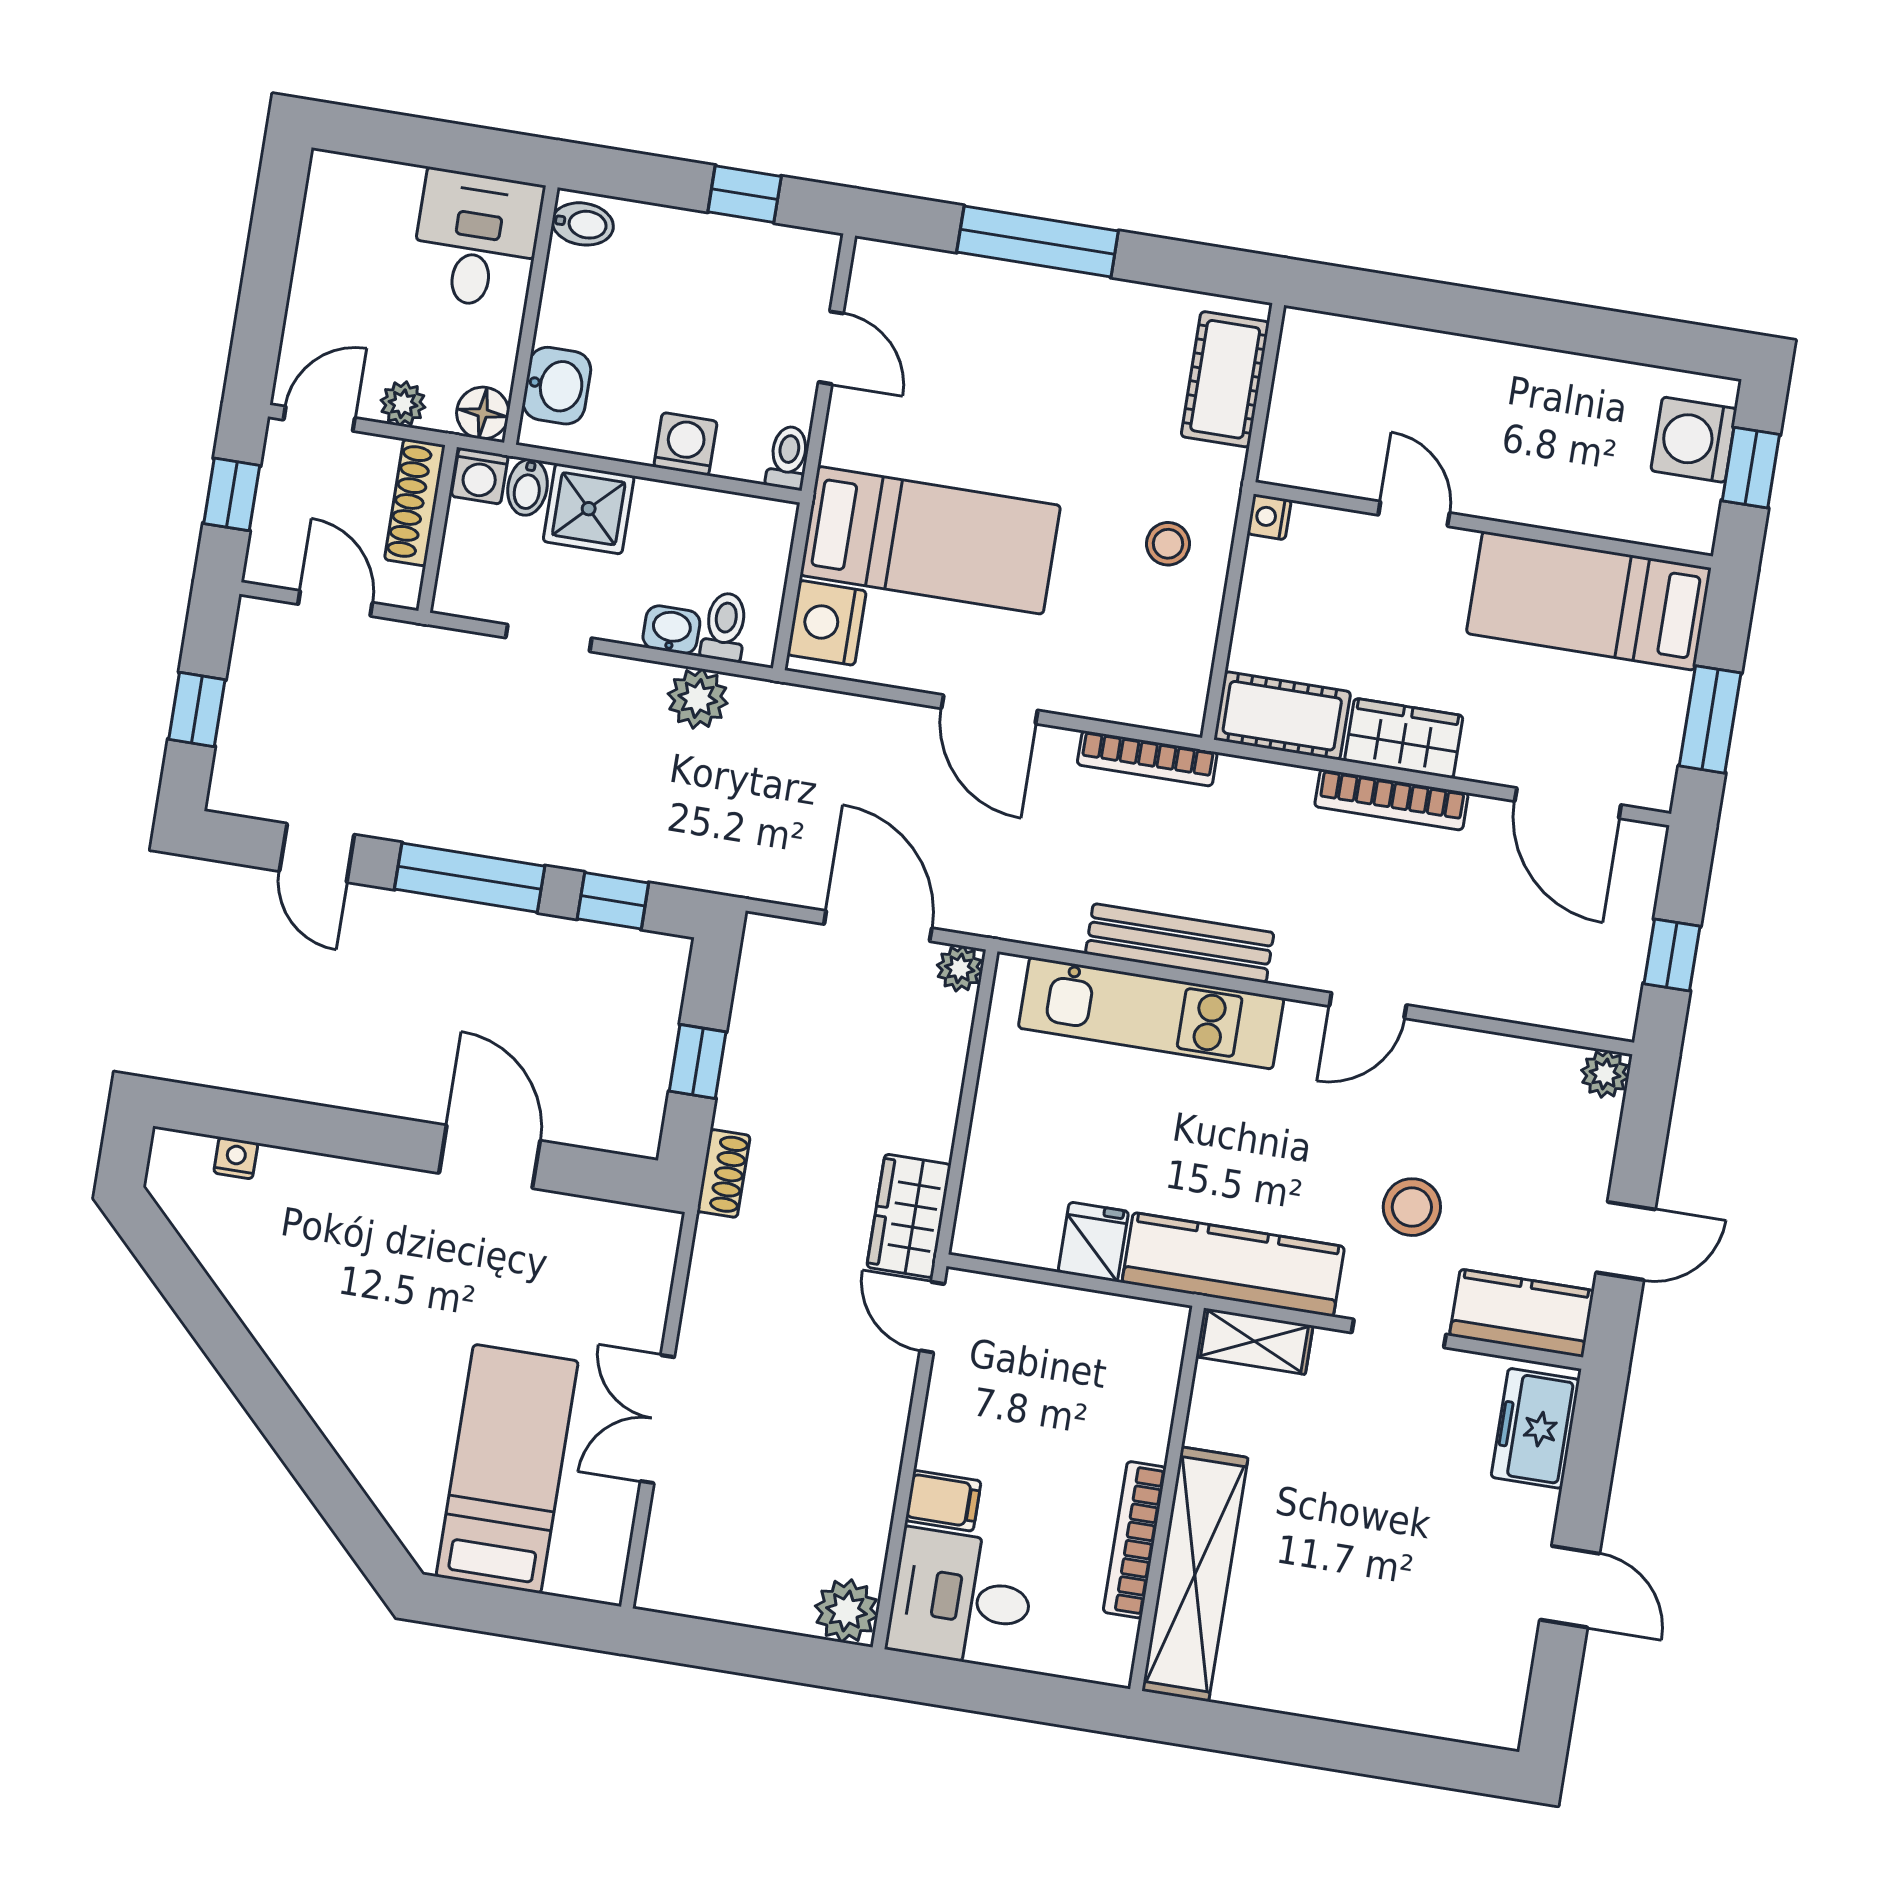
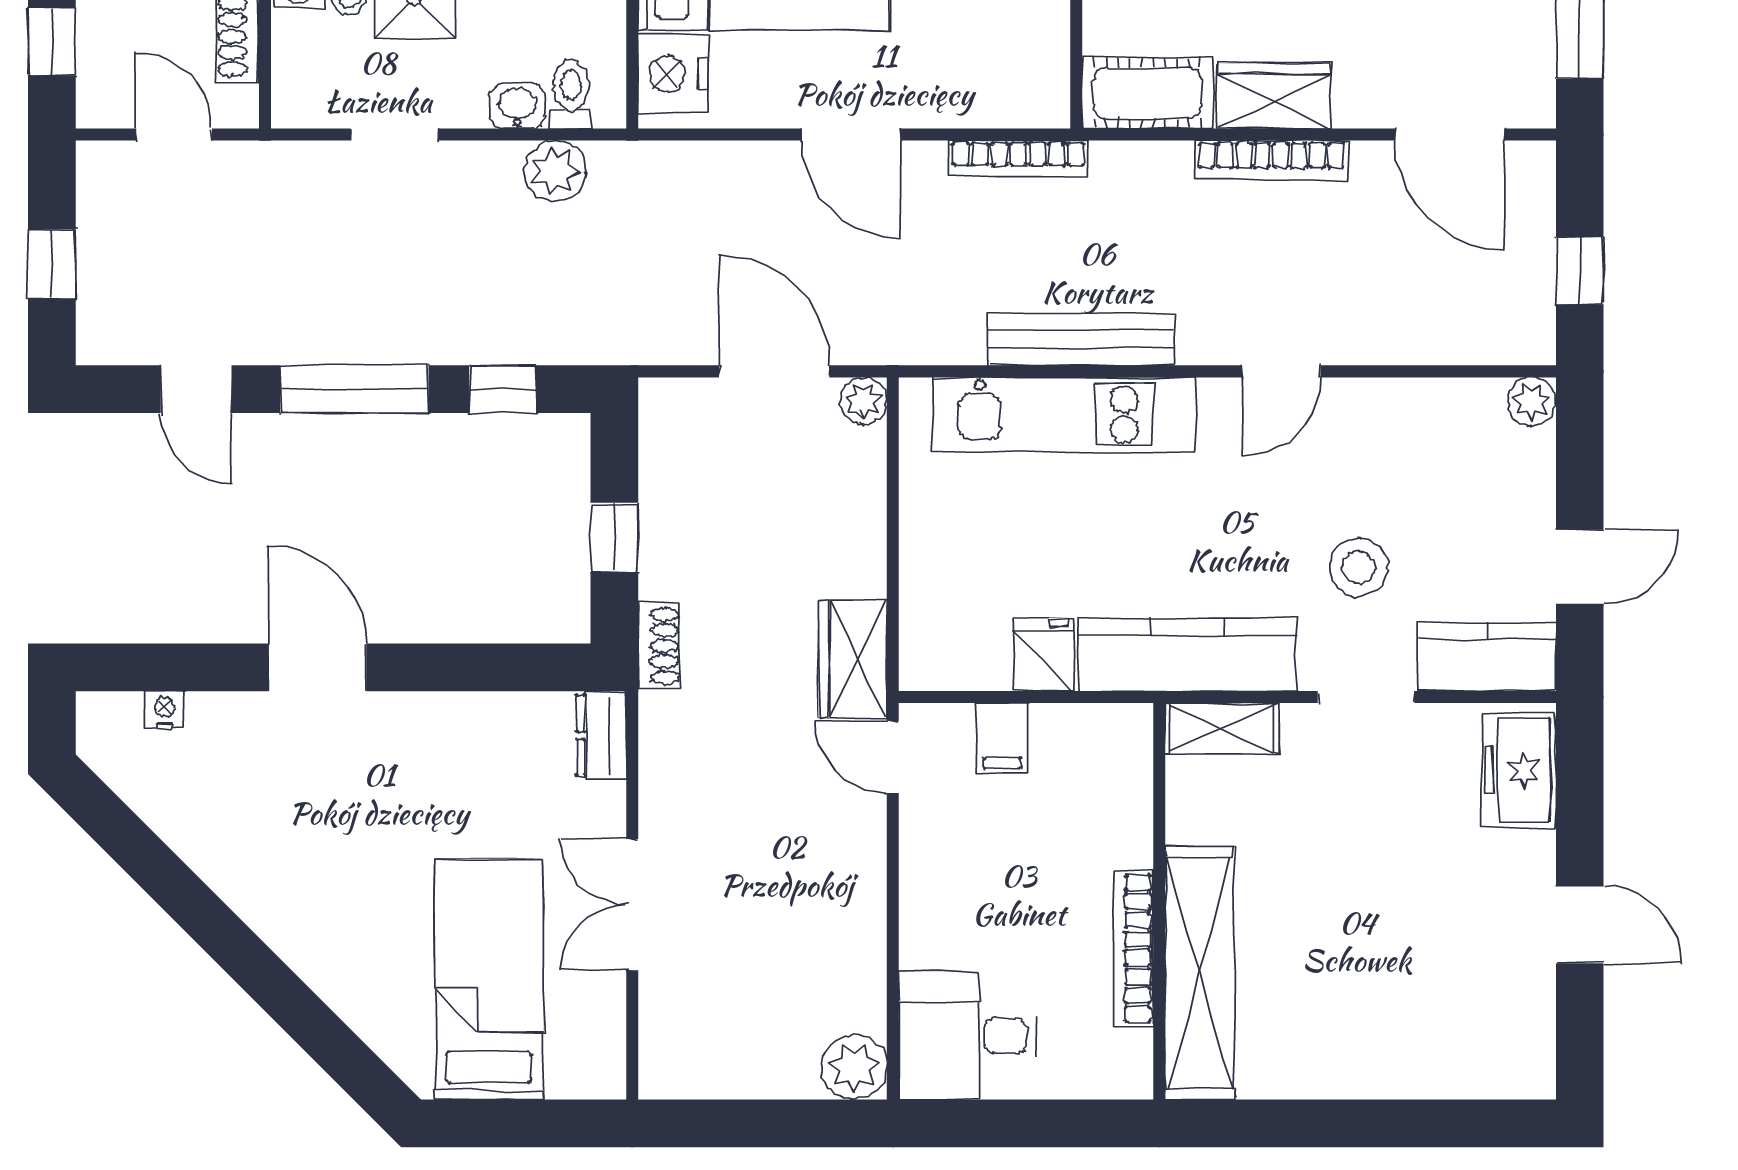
door: (490, 1157) -> (317, 667), moved
dresser: (654, 1251) -> (601, 735), added
filing cabinet: (943, 1501) -> (1002, 738), moved, turned 90

